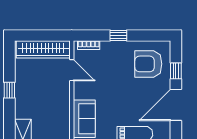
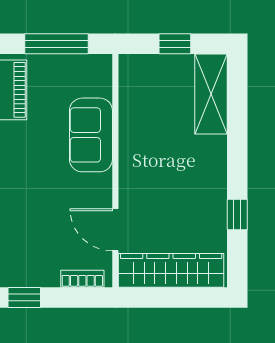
window: (9, 90) -> (237, 214), moved

